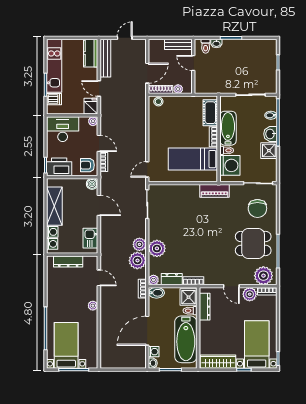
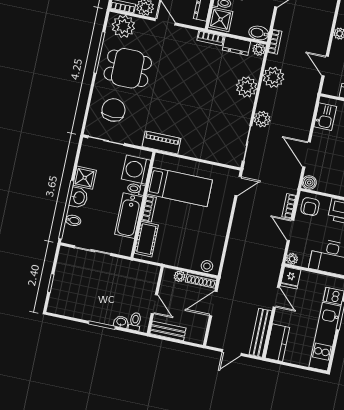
armchair: (87, 165) -> (310, 207), turned 90
plant: (139, 244) -> (262, 119), moved

